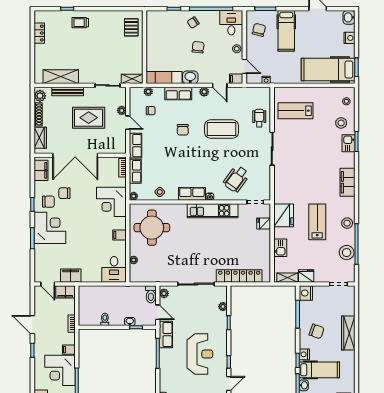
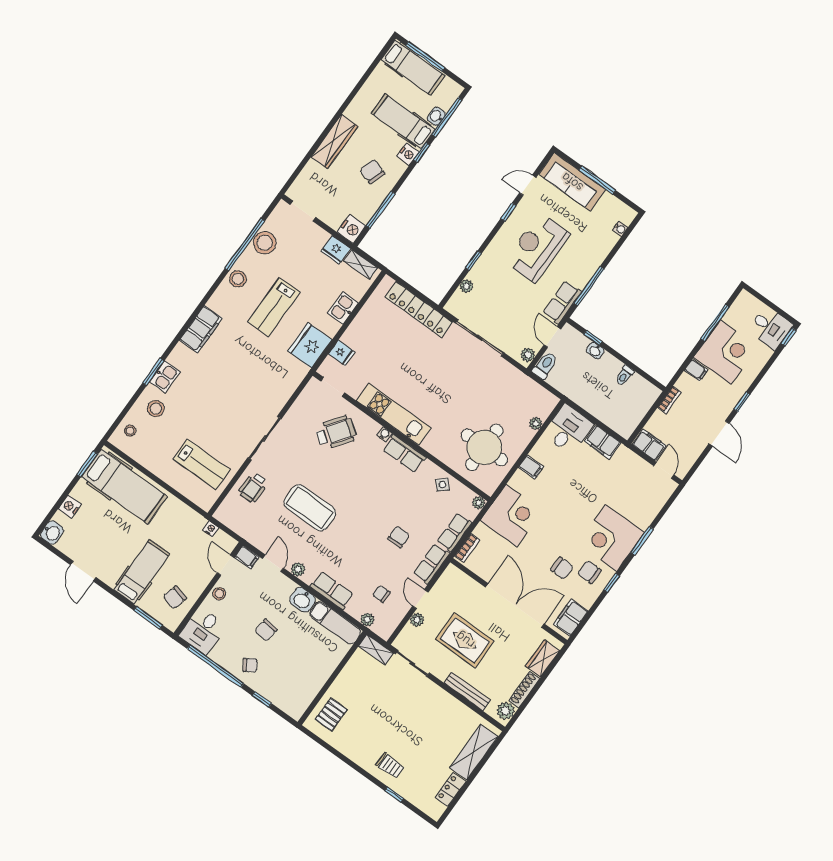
shelving: (61, 77) -> (474, 752), moved, turned 90
chair: (183, 130) -> (399, 537), moved
filing cabinet: (71, 276) -> (603, 442), moved

